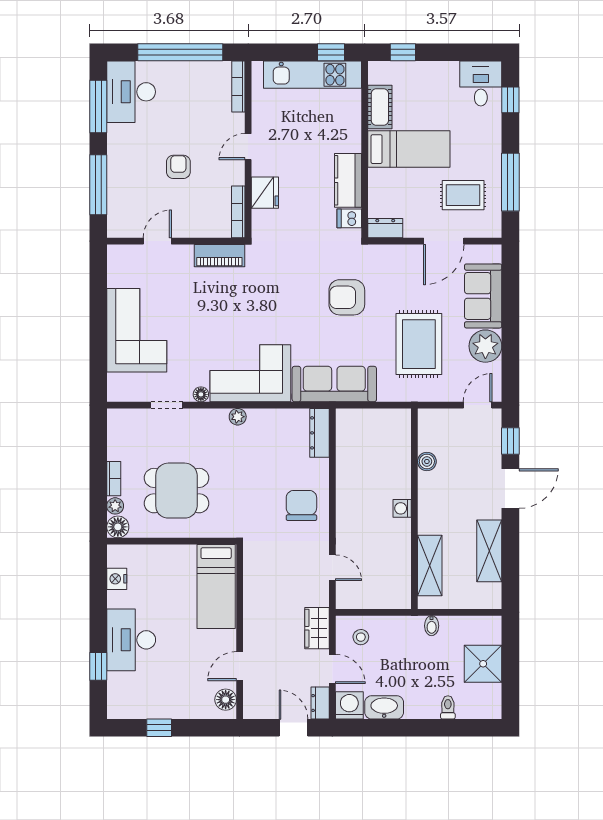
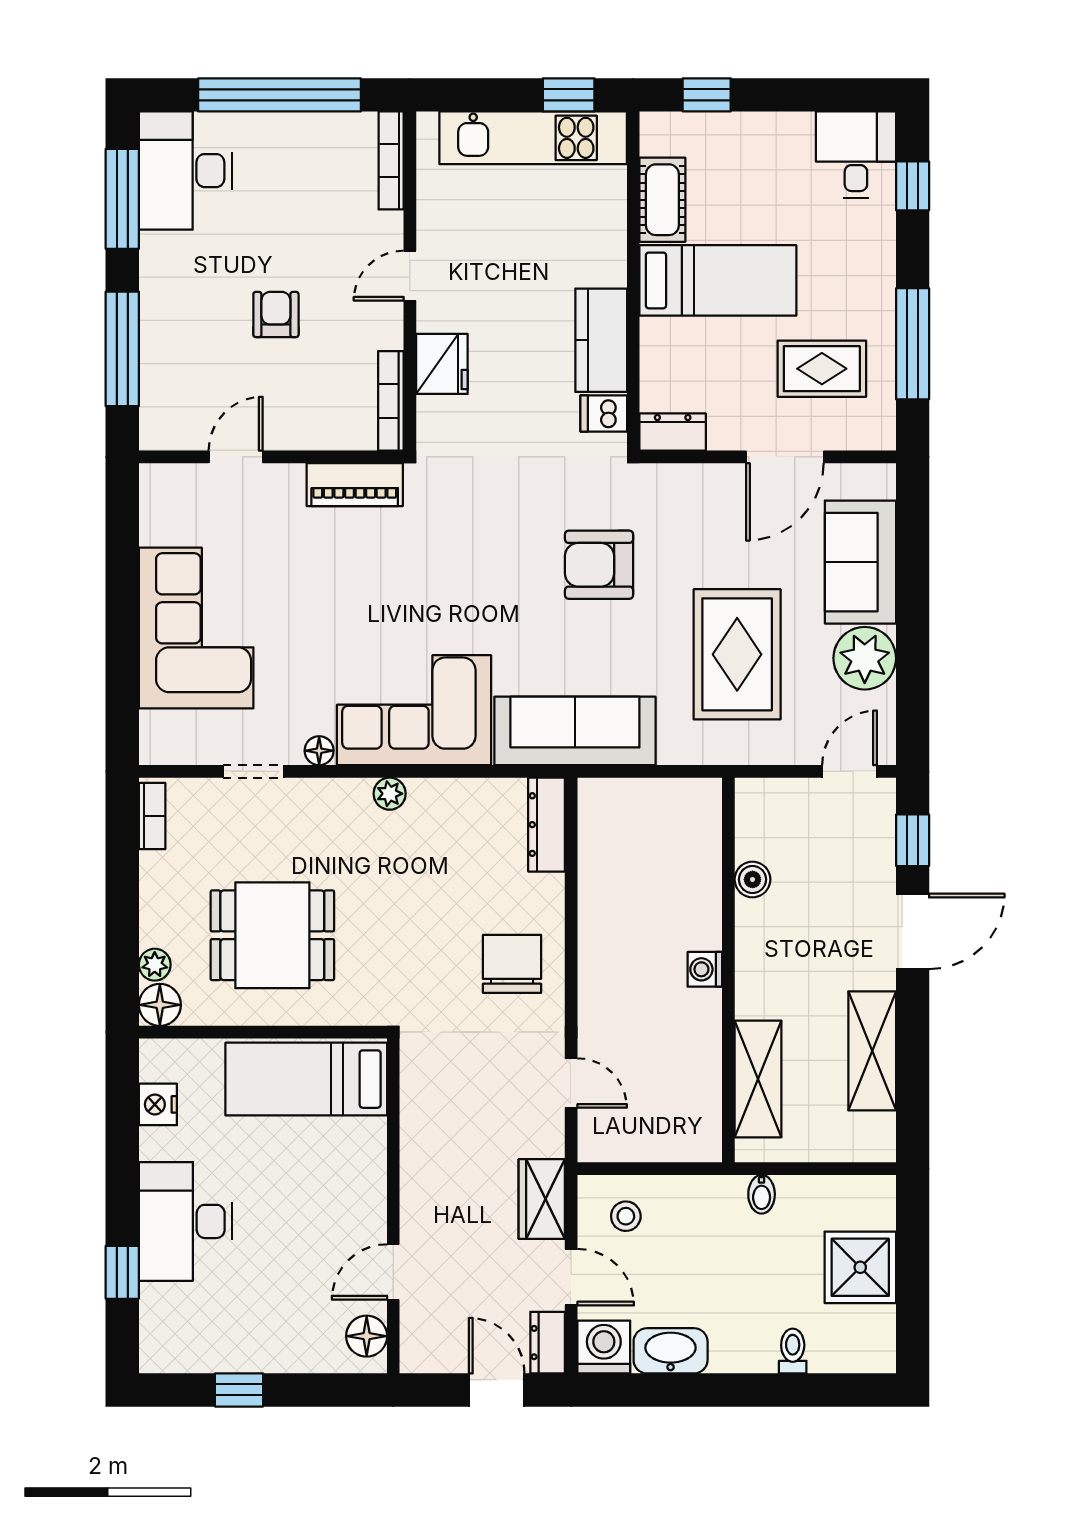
bookcase: (114, 479) -> (152, 816), moved
bed: (216, 586) -> (306, 1079), moved, turned 90

